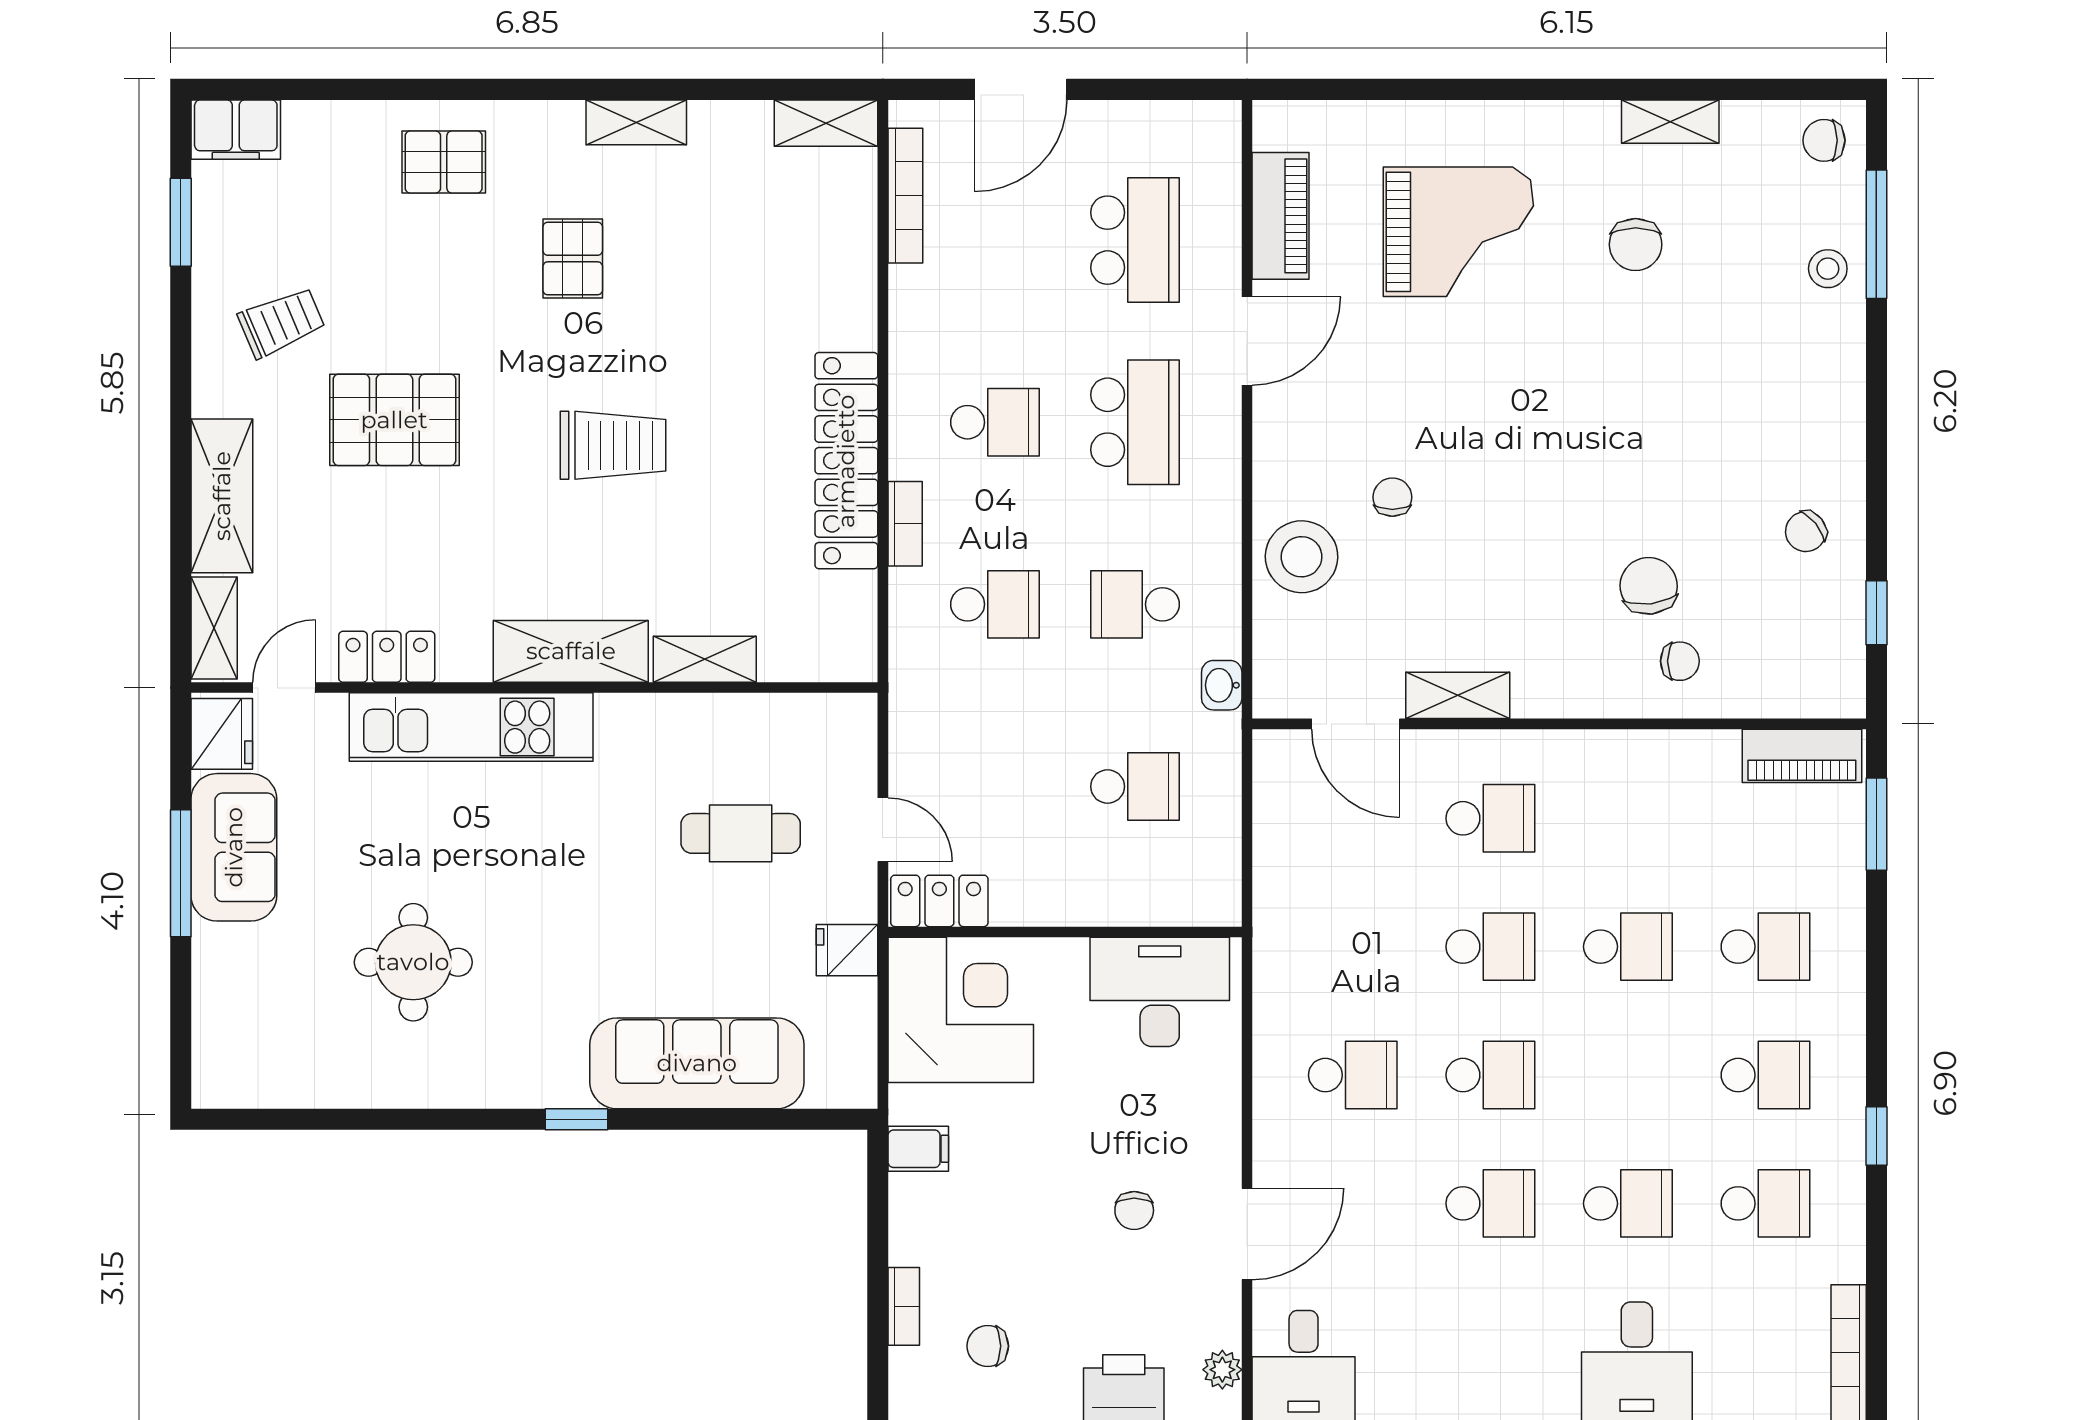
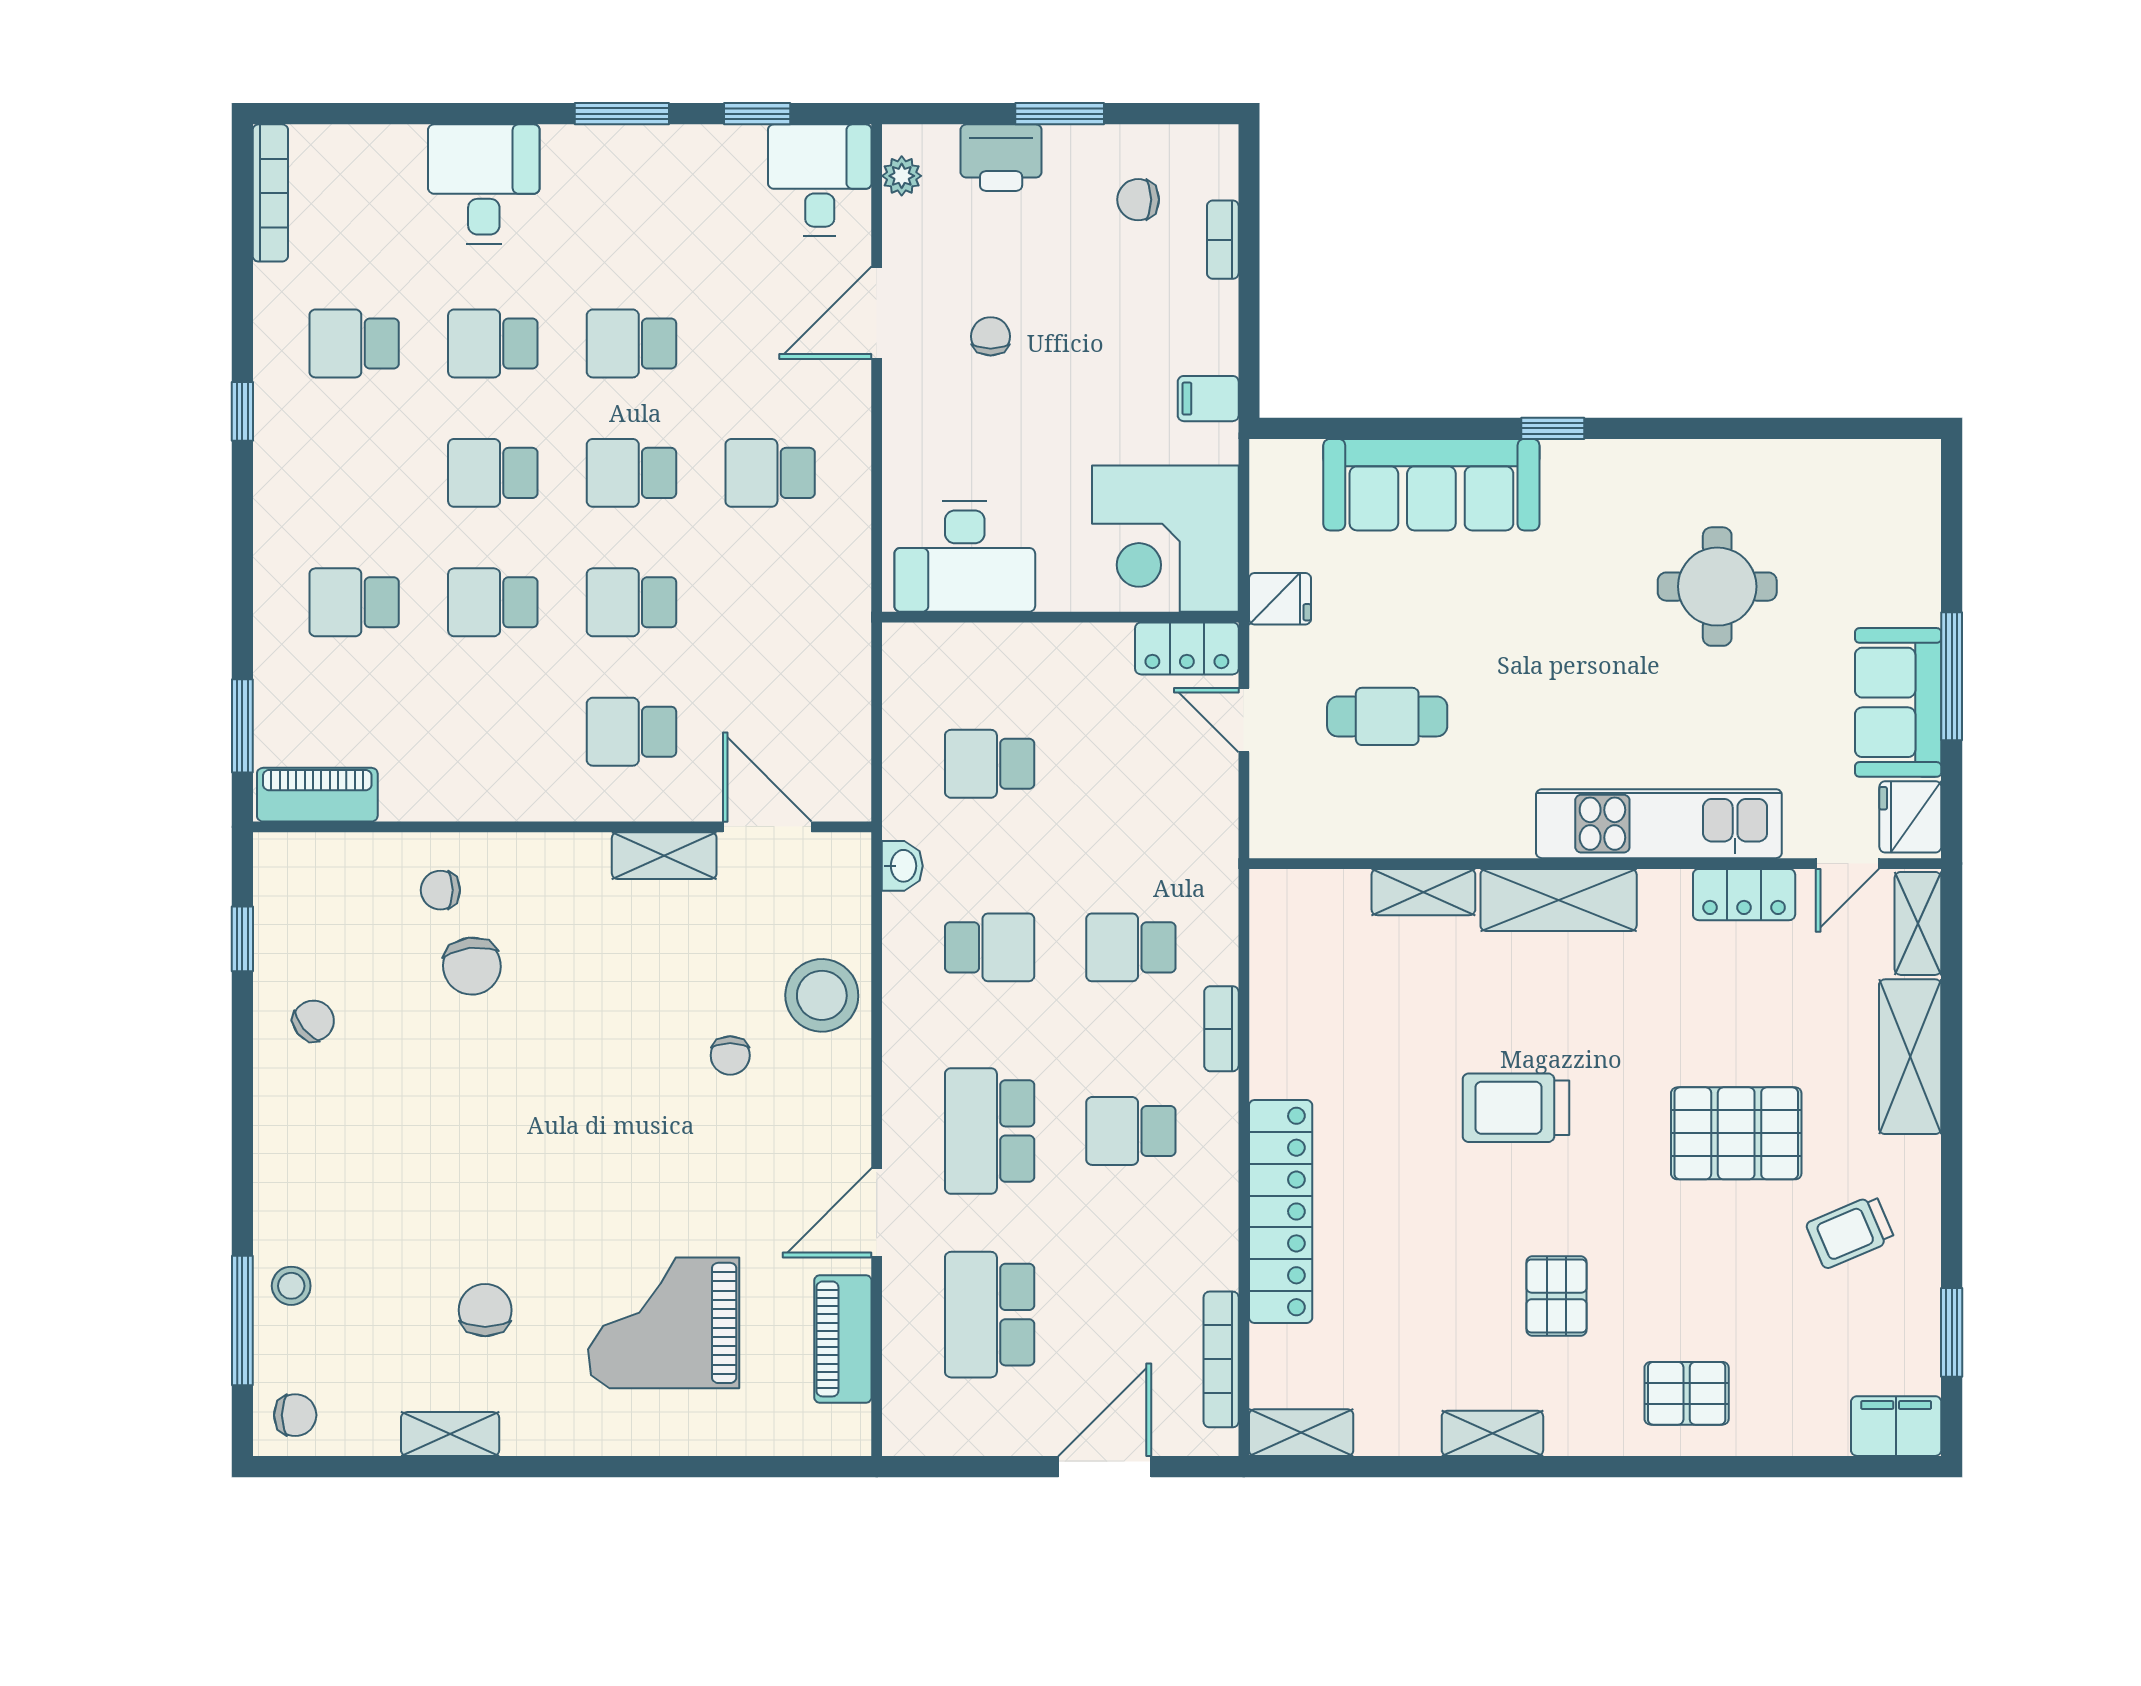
locker: (846, 461) -> (1281, 1211), moved
school desk: (1765, 1075) -> (493, 473), moved
chair: (988, 1346) -> (1138, 200), turned 180

